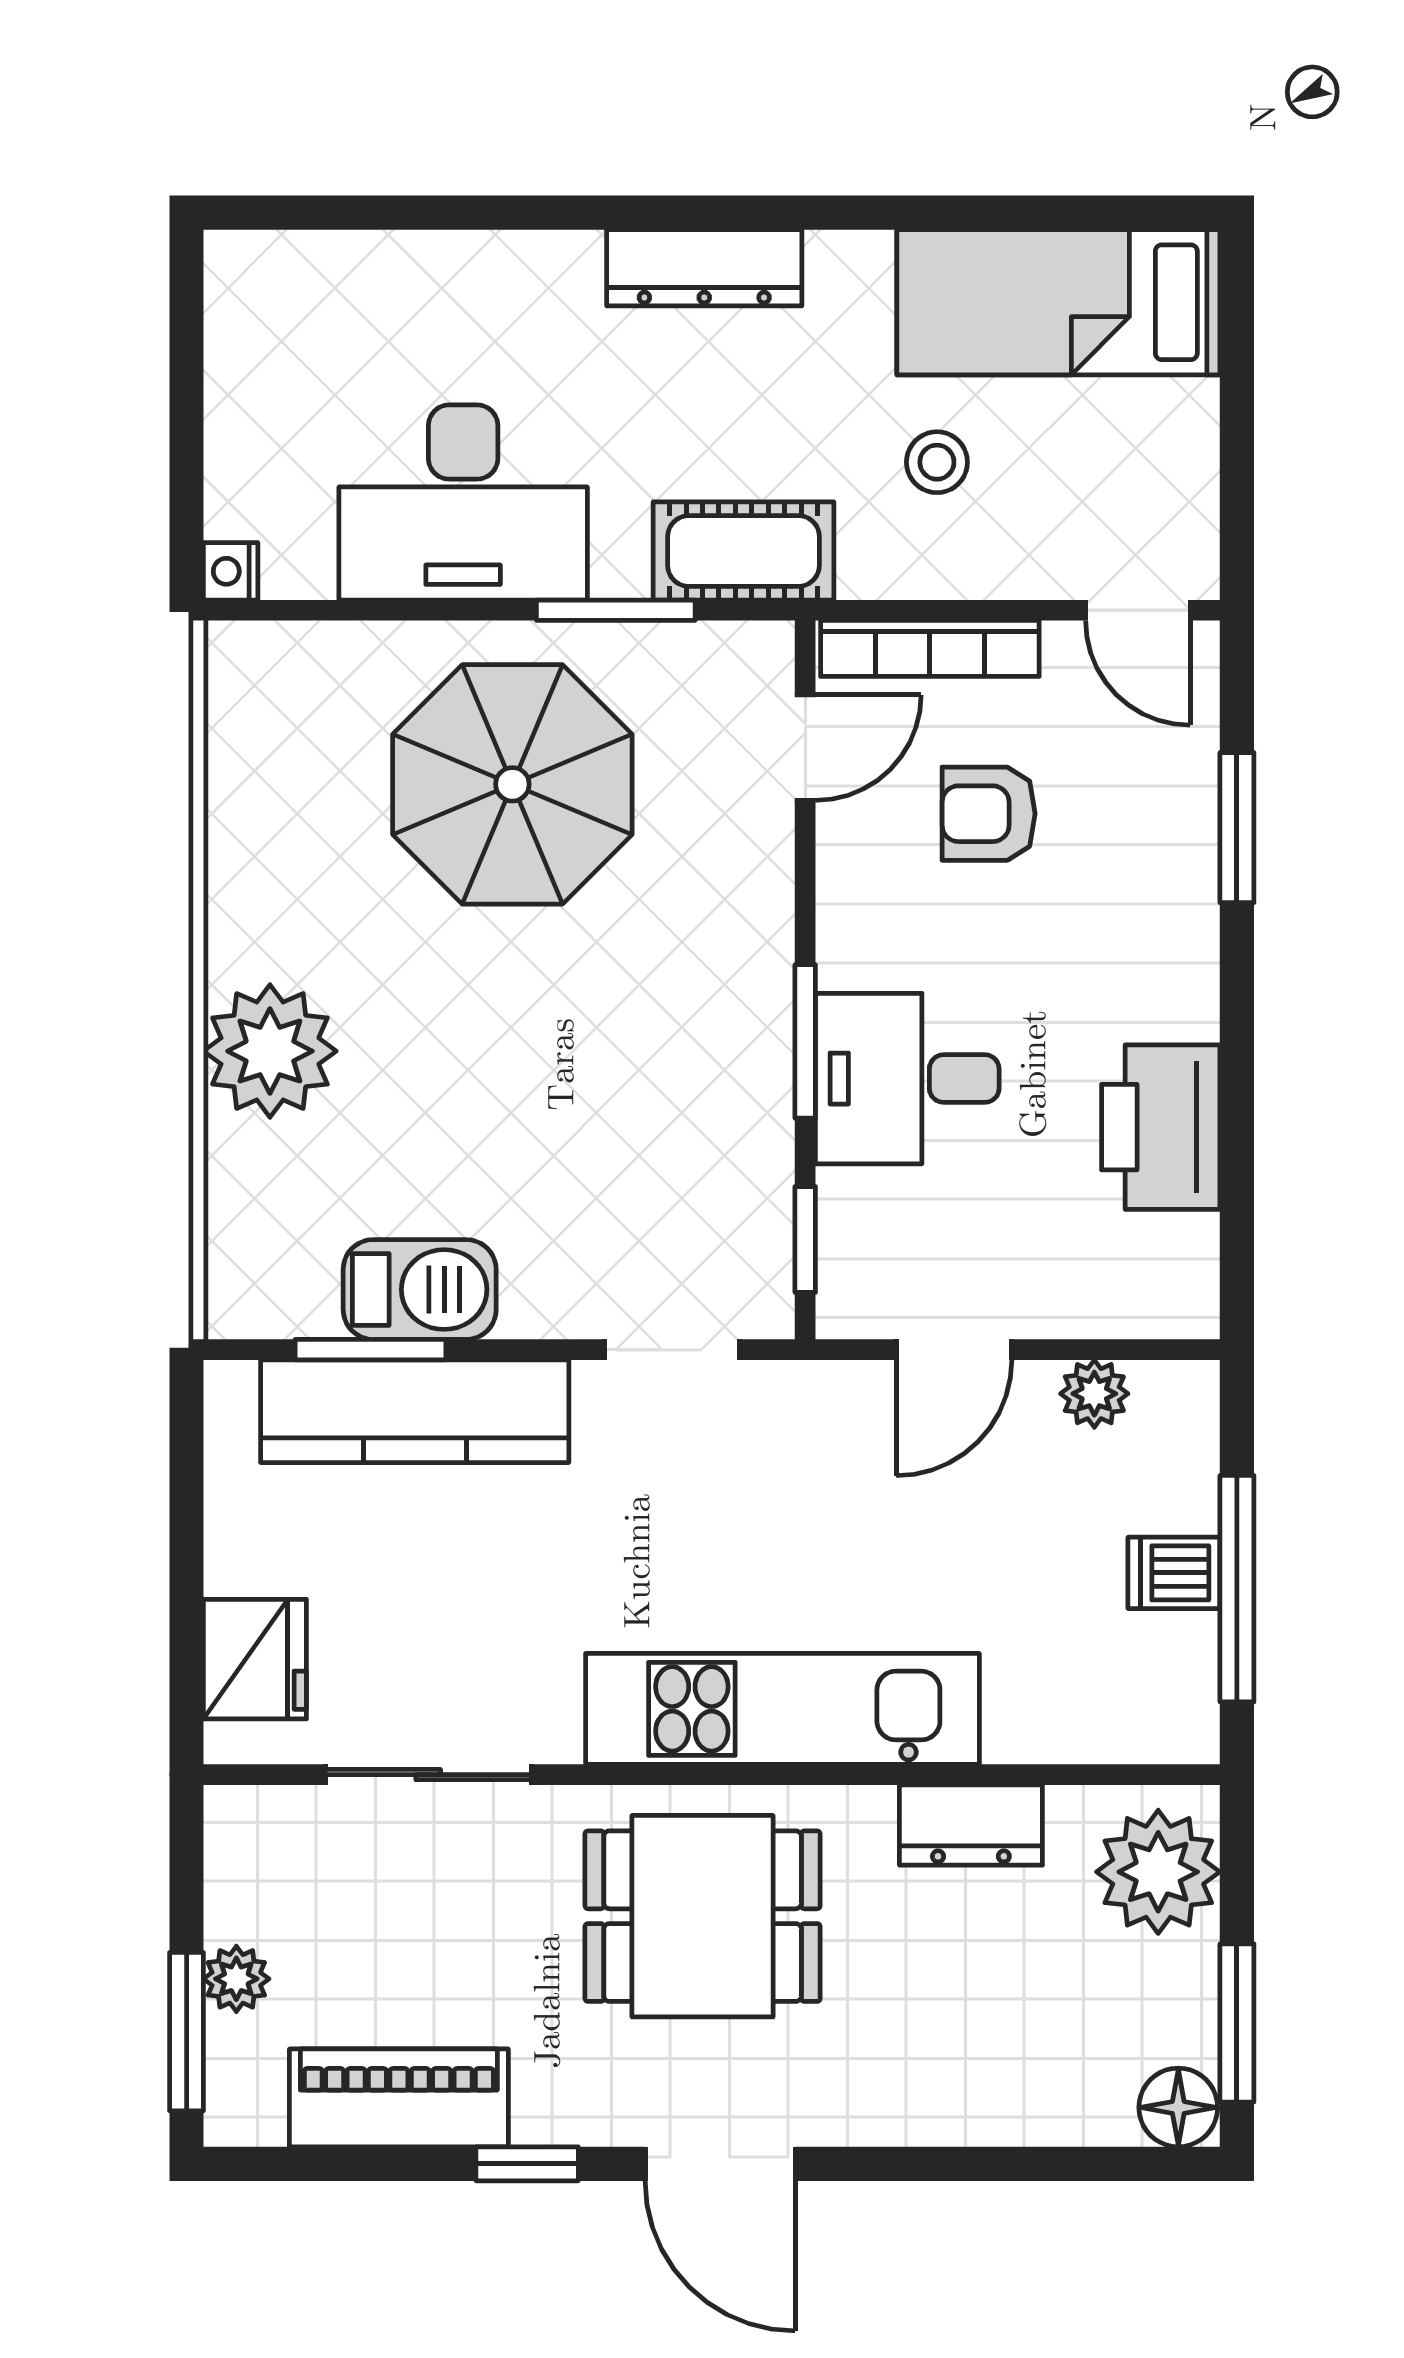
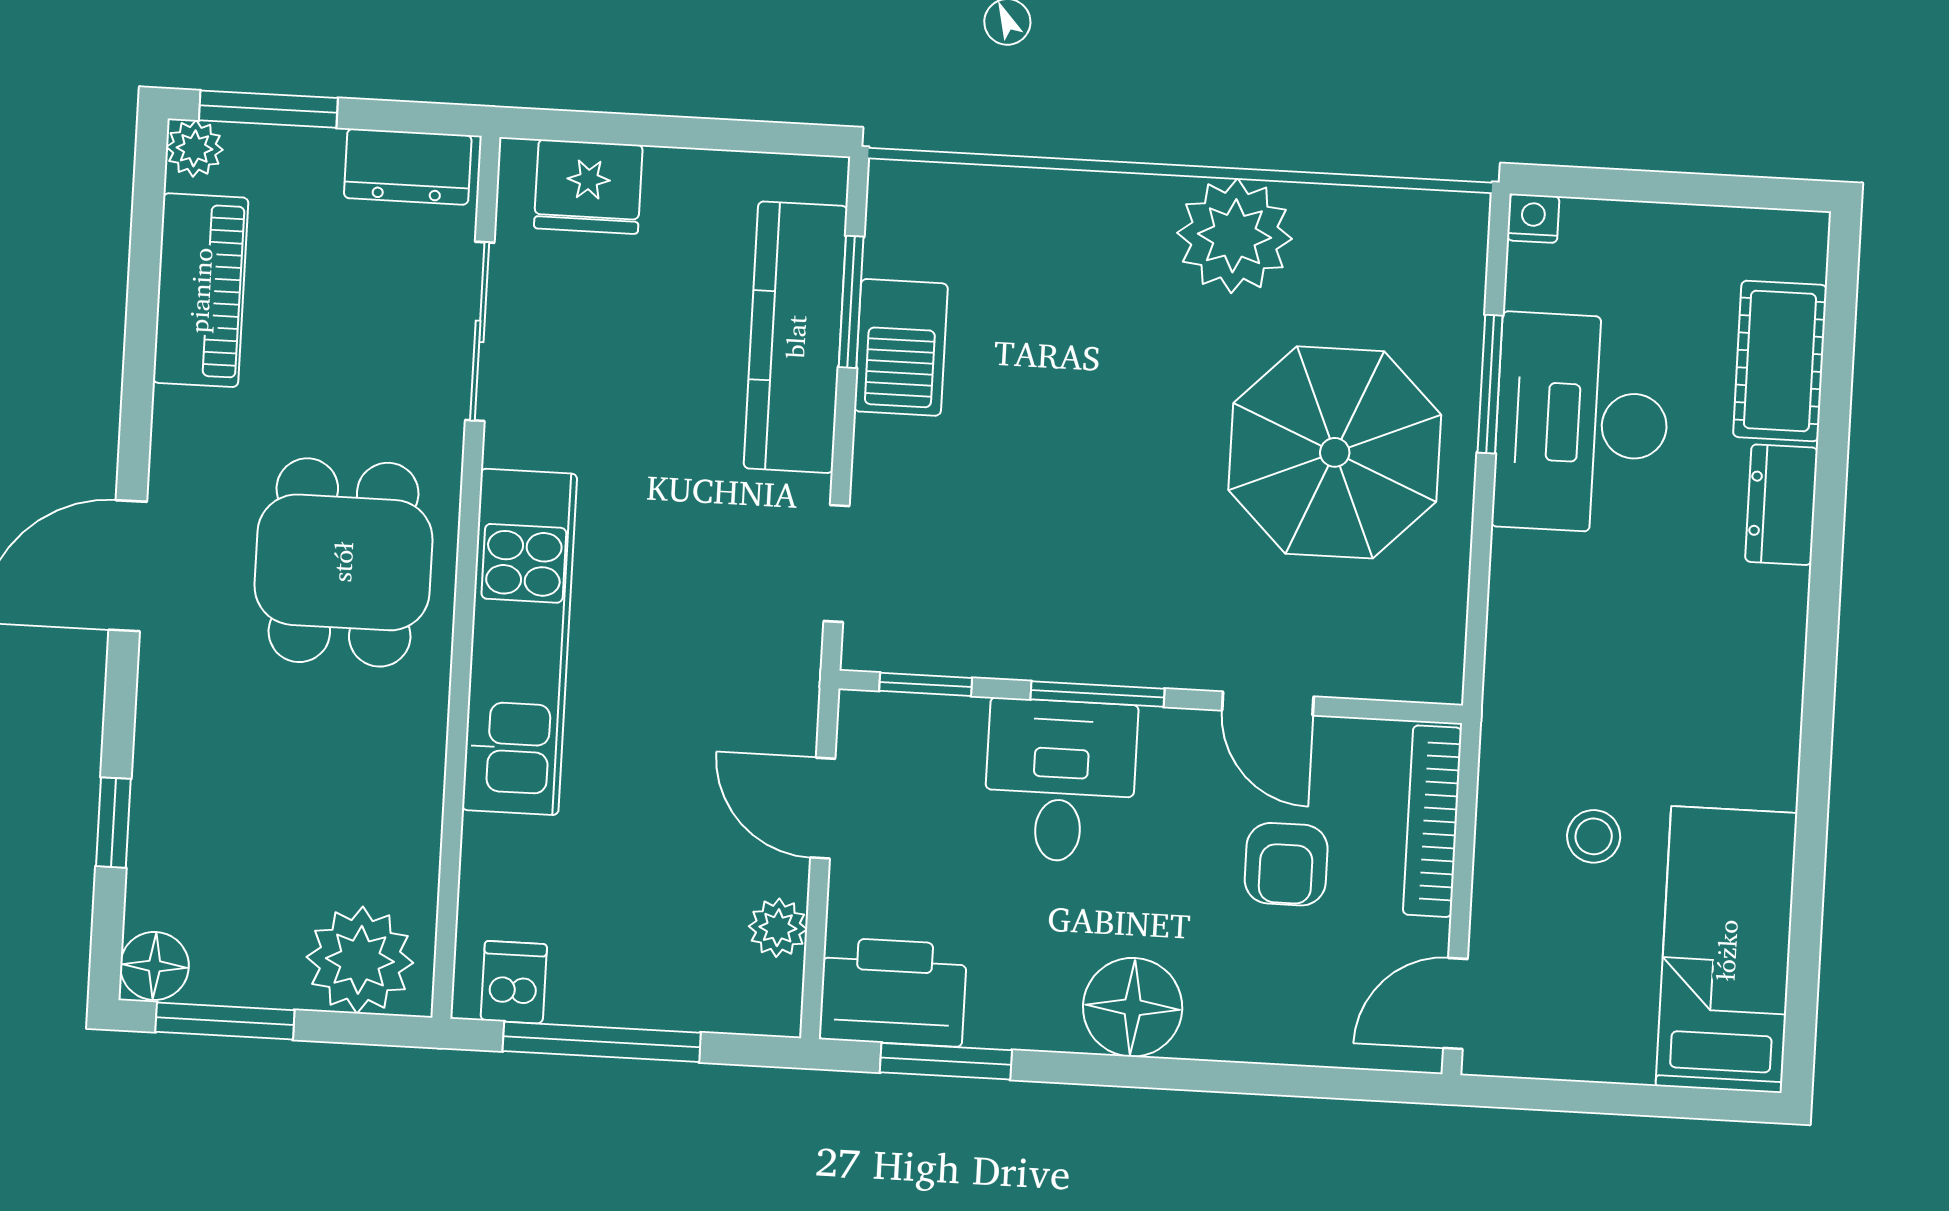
dresser: (704, 268) -> (1781, 505), moved, width x0.70
cot: (744, 551) -> (1780, 361), moved
window: (616, 610) -> (1490, 384), moved
door: (805, 748) -> (1268, 703), moved
armchair: (989, 814) -> (1286, 864), turned 180
window: (1237, 828) -> (946, 1061), moved
floor lamp: (1163, 981) -> (1133, 1007), added
plant: (270, 1051) -> (1234, 236), moved
printer: (1161, 1127) -> (893, 992), moved
dishwasher: (1174, 1573) -> (514, 982), moved
dresser: (971, 1825) -> (408, 167), moved, turned -90
plant: (236, 1979) -> (194, 148), moved
window: (527, 2164) -> (113, 823), moved

